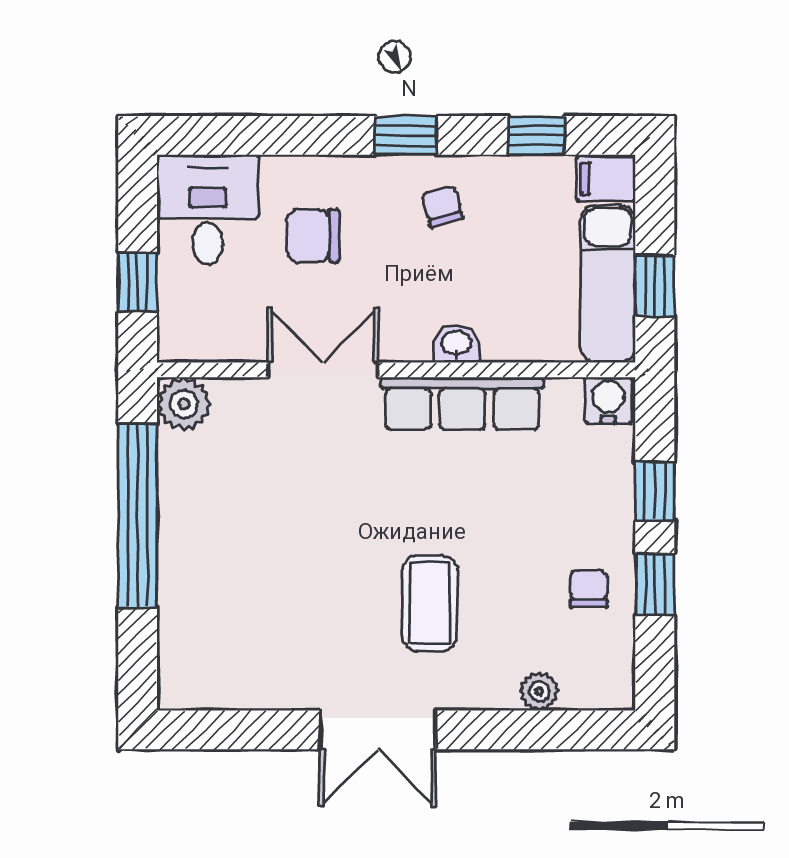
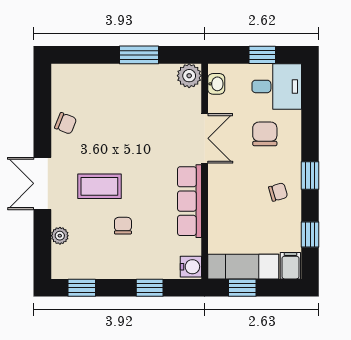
window: (138, 282) -> (262, 55), moved
washbasin: (457, 344) -> (216, 84), moved
window: (138, 515) -> (139, 55), width x0.47
window: (655, 584) -> (82, 288), moved
chair: (589, 589) -> (123, 226), moved, turned -90
chair: (290, 678) -> (66, 123), added
double door: (378, 730) -> (42, 183), moved

